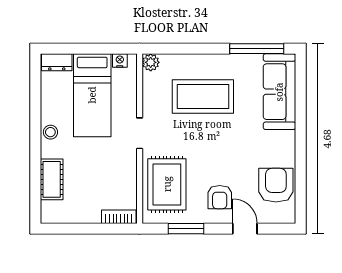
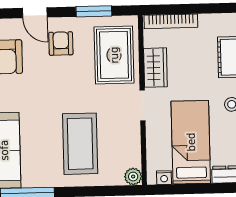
coffee table: (203, 97) -> (80, 144), turned 90
wardrobe: (126, 171) -> (155, 68), added
bookcase: (119, 217) -> (171, 21), width x1.56

